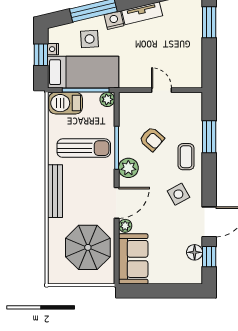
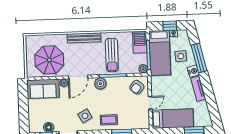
bed: (188, 56) -> (173, 119), added
armchair: (152, 139) -> (137, 87), moved
door: (117, 203) -> (78, 77), hinge flipped

